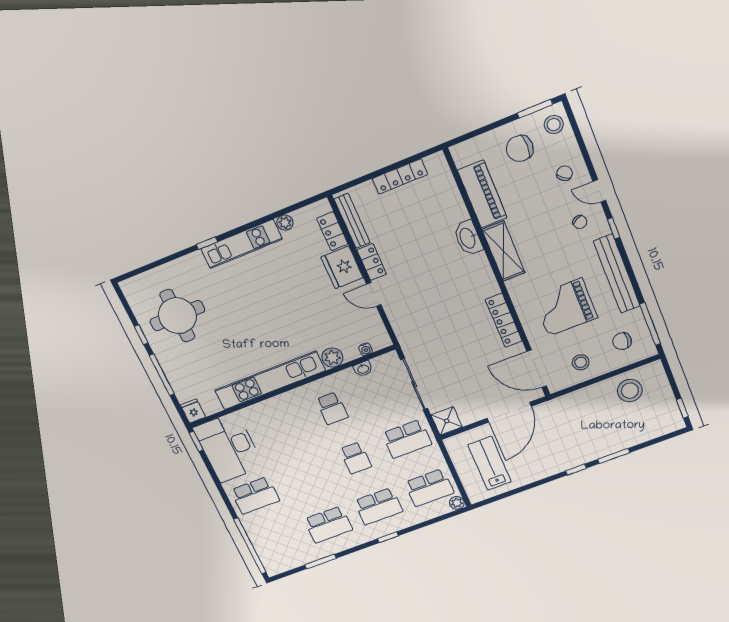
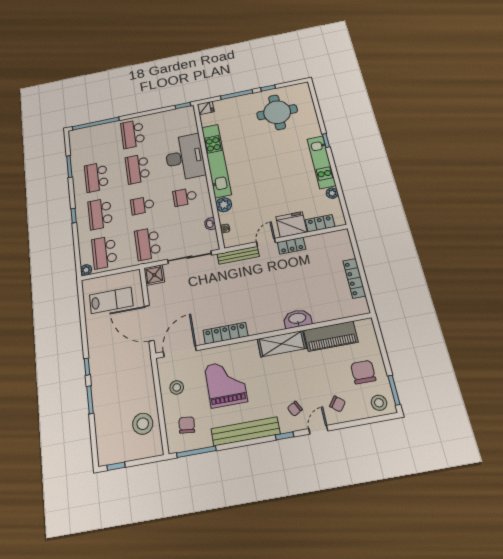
bench: (352, 221) -> (238, 255), moved
desk: (229, 447) -> (185, 157), moved, turned 90
school desk: (305, 477) -> (137, 169), added

